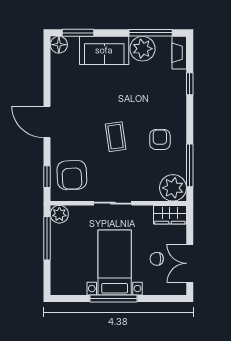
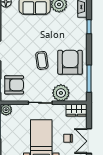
armchair: (160, 140) -> (70, 62), width x1.88, depth x1.88
armchair: (72, 175) -> (14, 85), turned -87
plant: (173, 188) -> (61, 93), moved

